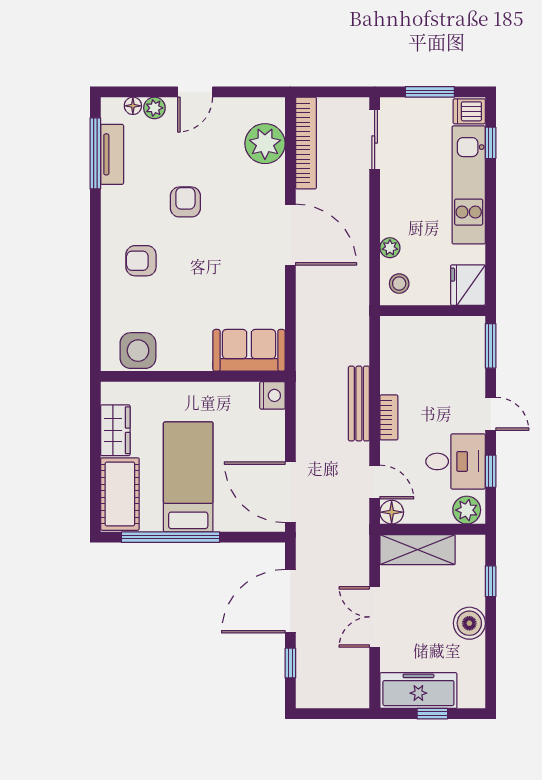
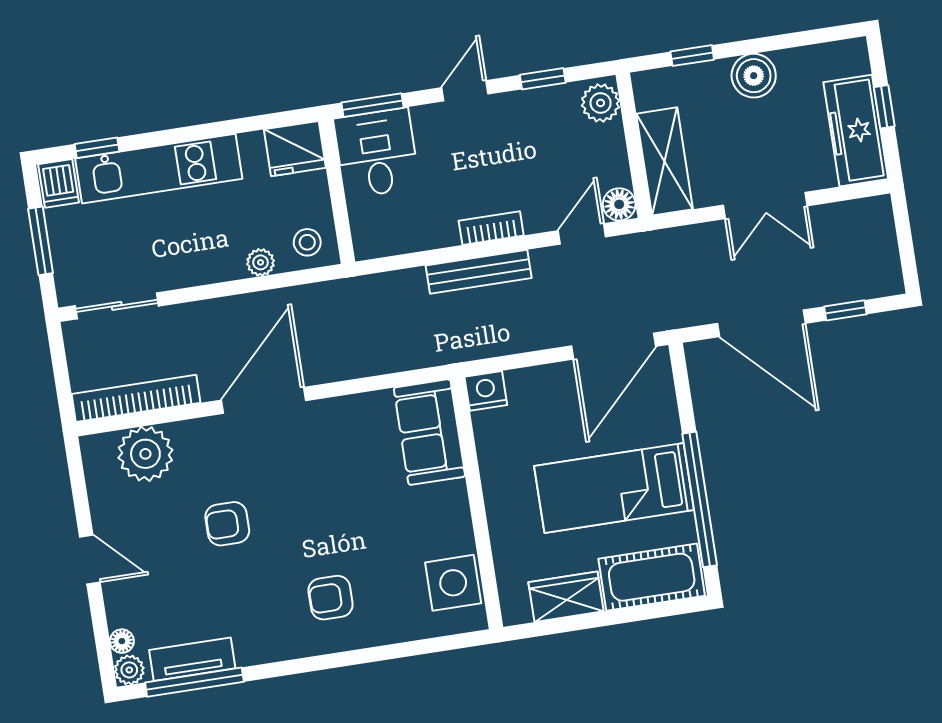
plant: (154, 108) -> (129, 670), moved
armchair: (185, 202) -> (227, 524), moved
armchair: (141, 261) -> (331, 598), turned 90
desk: (456, 461) -> (377, 153), moved

